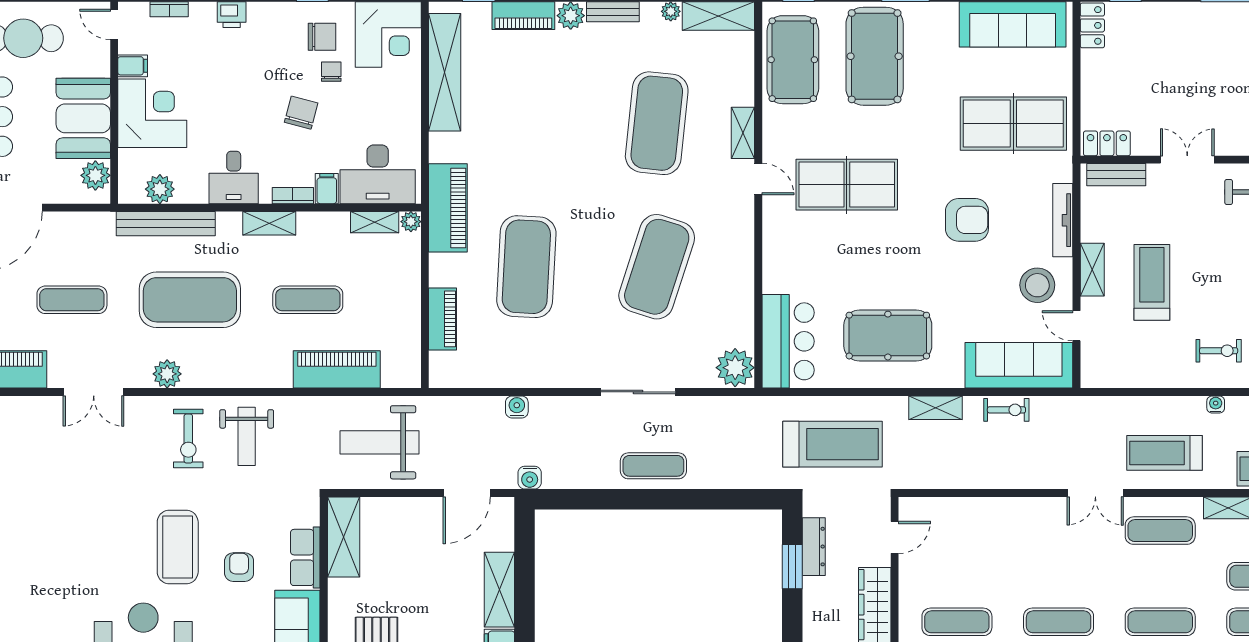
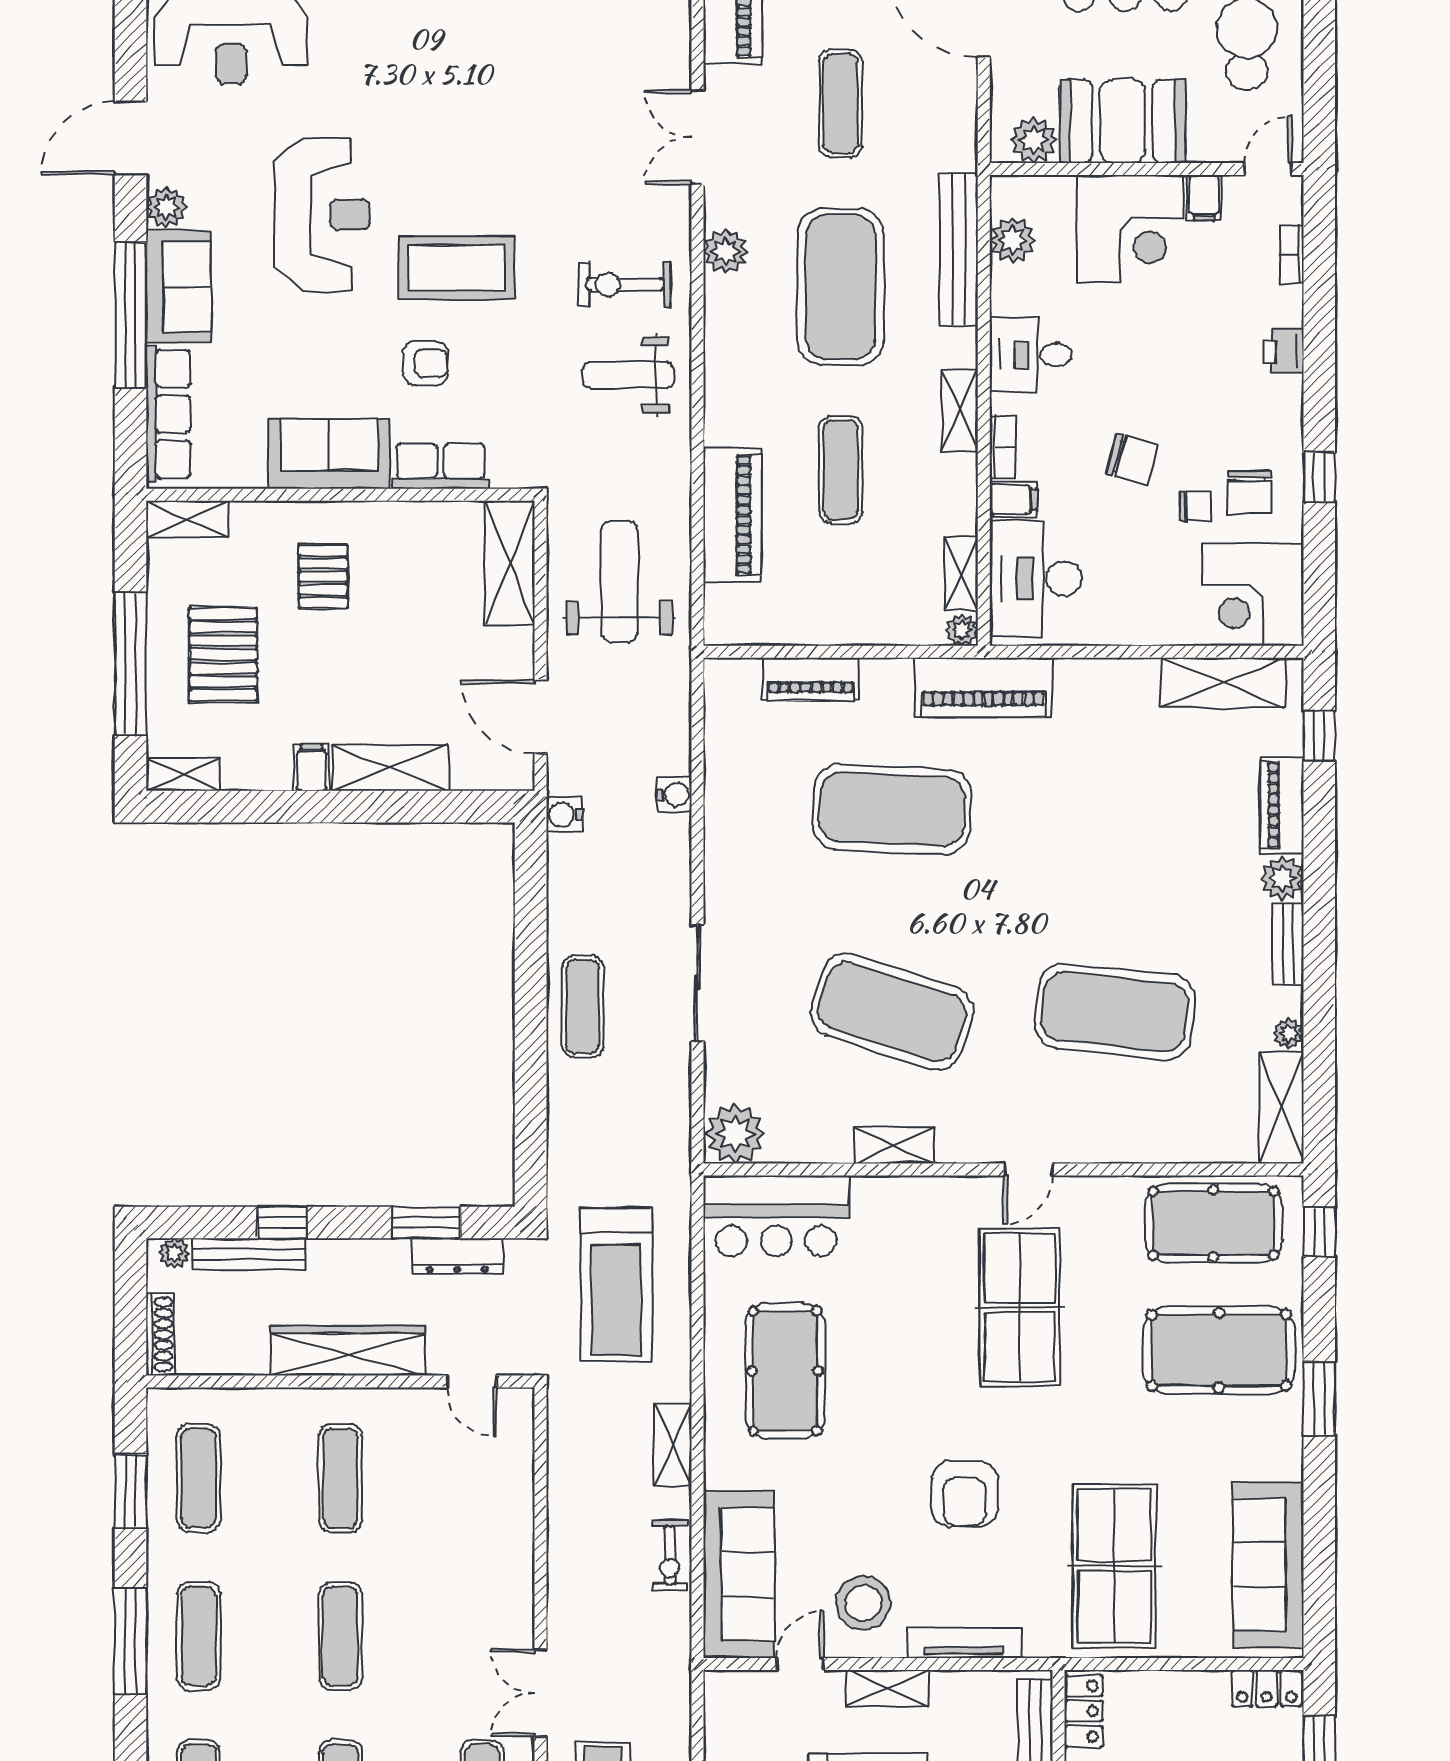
shelving: (445, 72) -> (1223, 682), width x0.68
shelving: (743, 133) -> (894, 1146), moved
shelving: (344, 537) -> (510, 563), moved, turned 90

